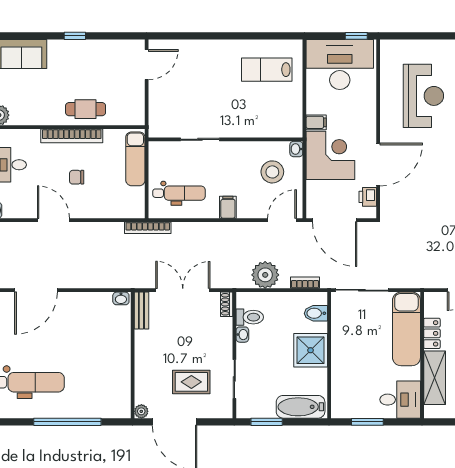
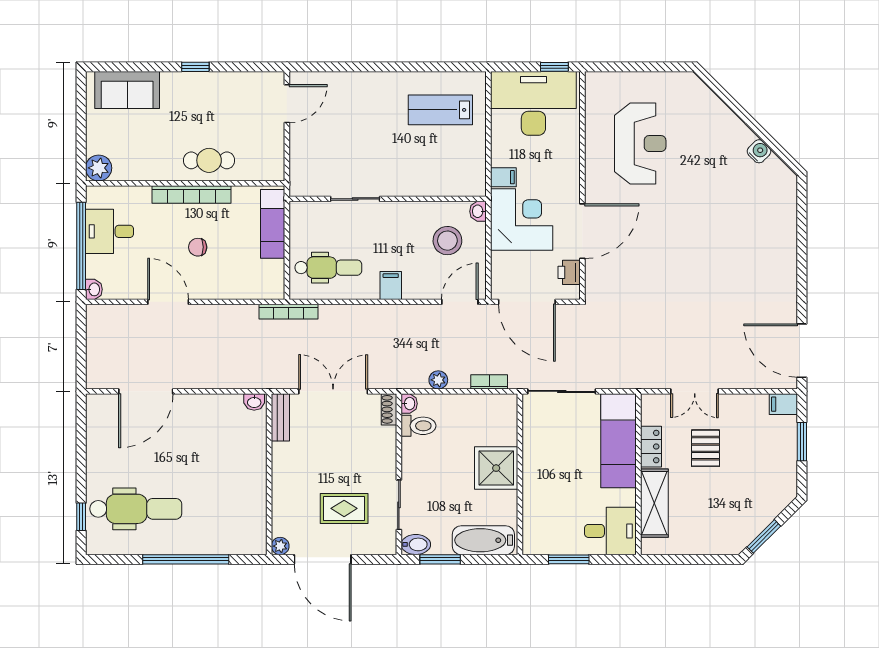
plant: (265, 275) -> (438, 380), width x0.53, depth x0.53
bidet: (316, 313) -> (416, 544), moved, turned 180
washbasin: (242, 335) -> (409, 404), moved

